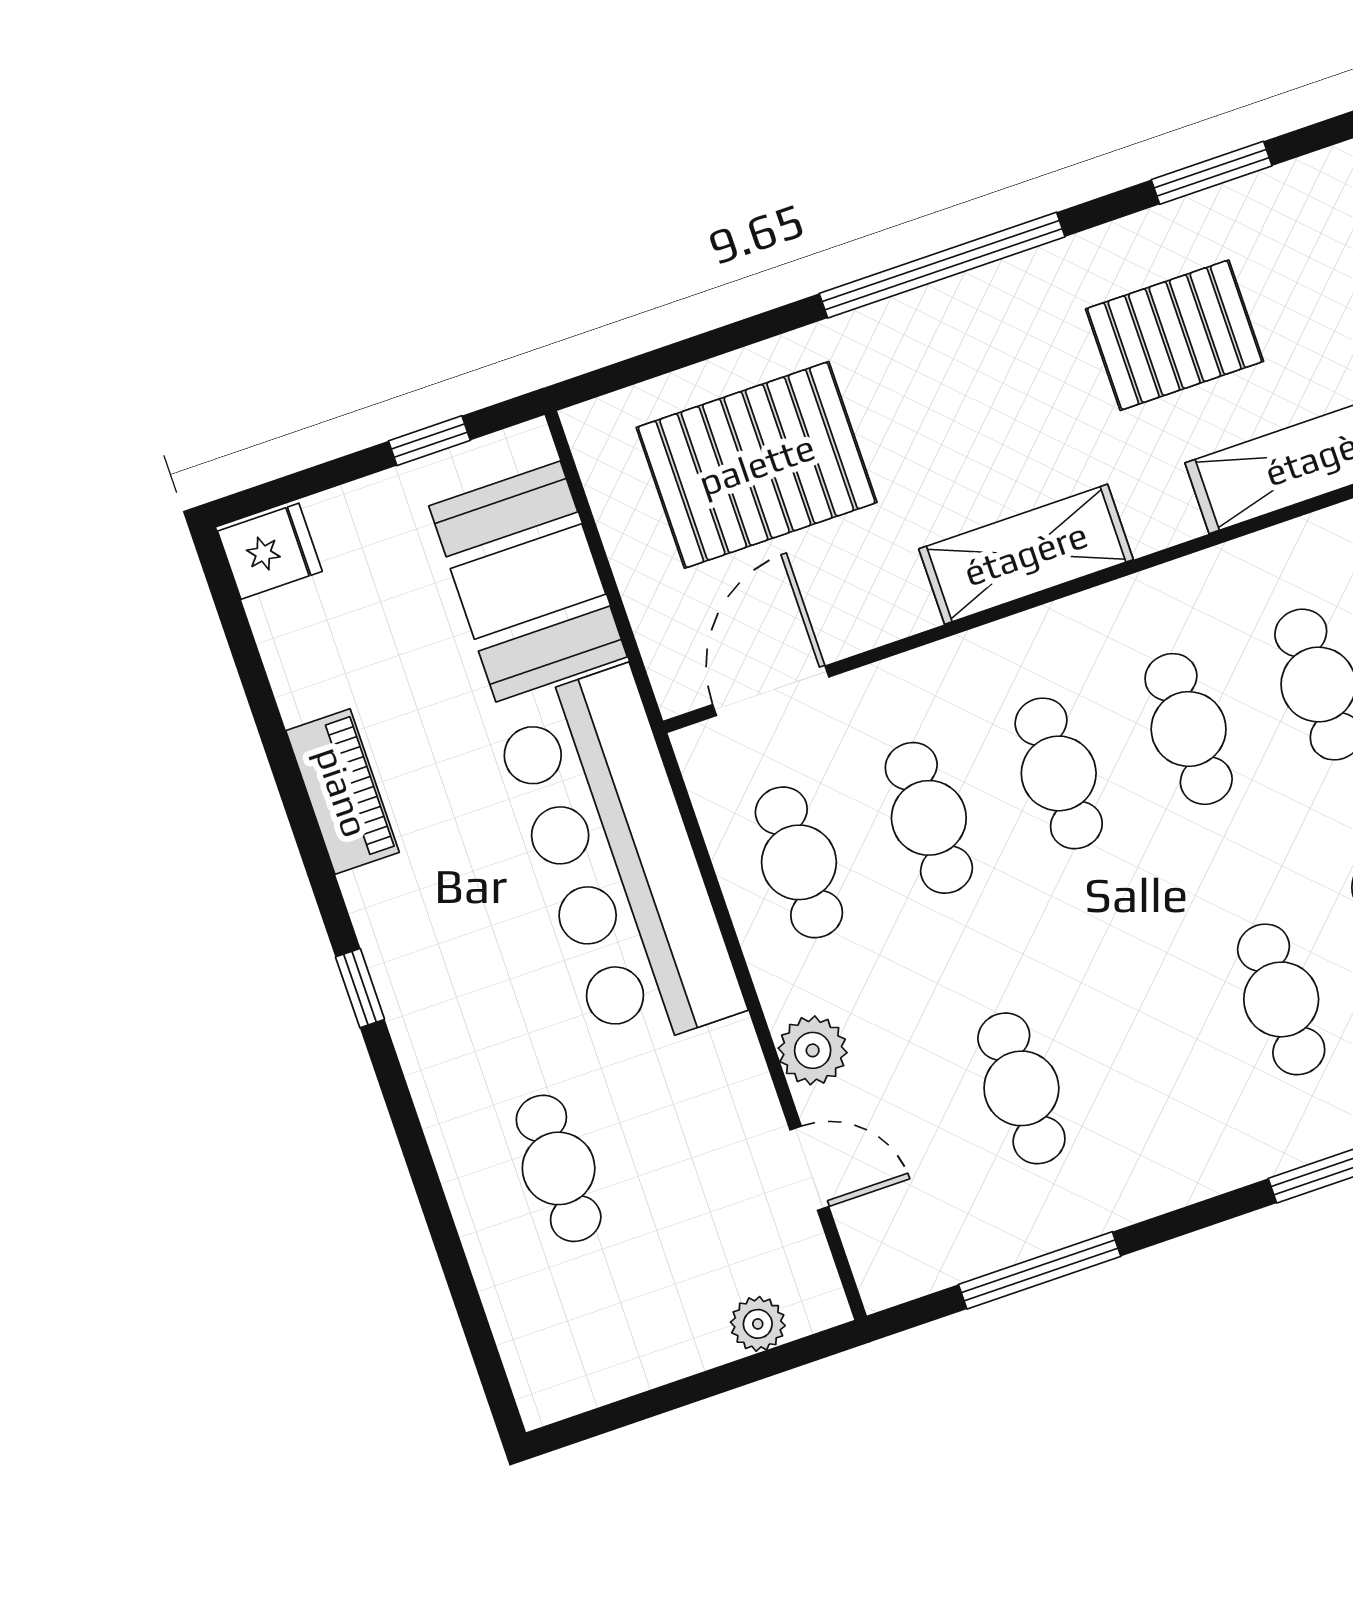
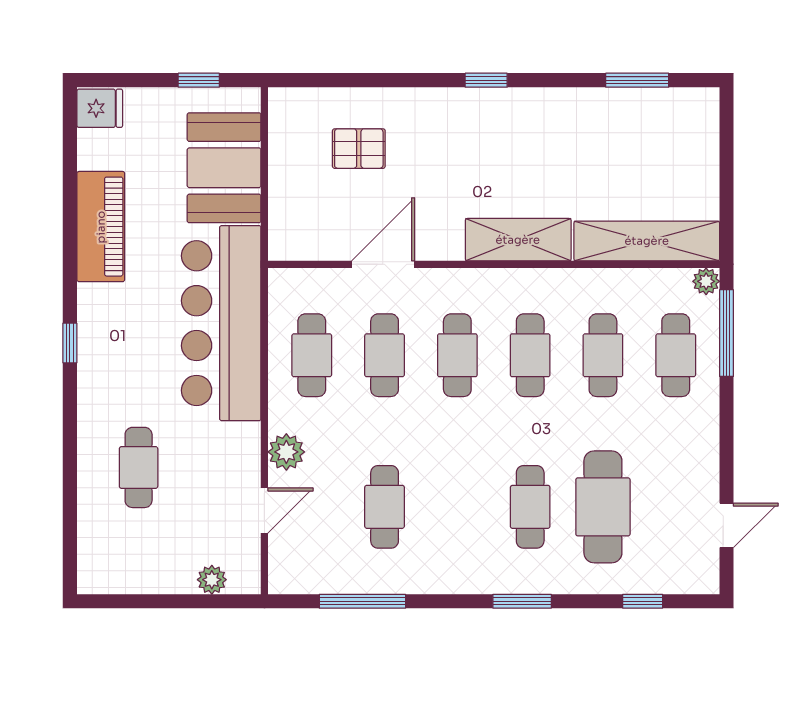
window: (942, 265) -> (486, 80), width x0.32
pallet: (1175, 335) -> (591, 155), removed
pallet: (757, 465) -> (359, 149), width x0.49, depth x0.50
shelving: (1026, 554) -> (518, 240), moved
door: (771, 691) -> (383, 264), moved
piano: (342, 792) -> (101, 227), width x1.37, depth x1.33
door: (809, 1168) -> (264, 510), hinge flipped

